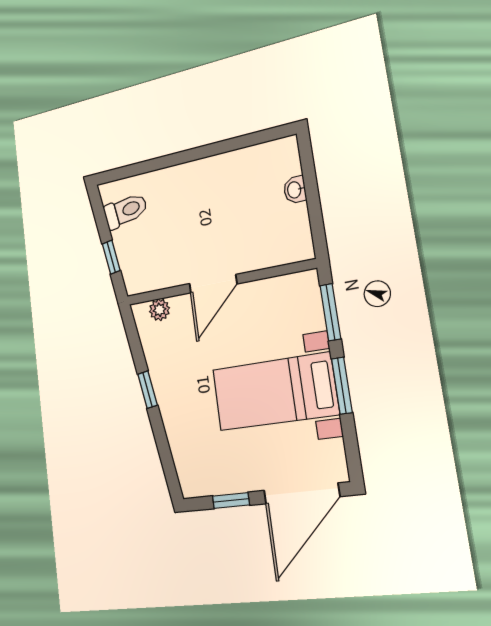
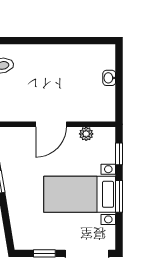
plant: (159, 310) -> (86, 134), moved
window: (330, 312) -> (119, 154), width x0.67

